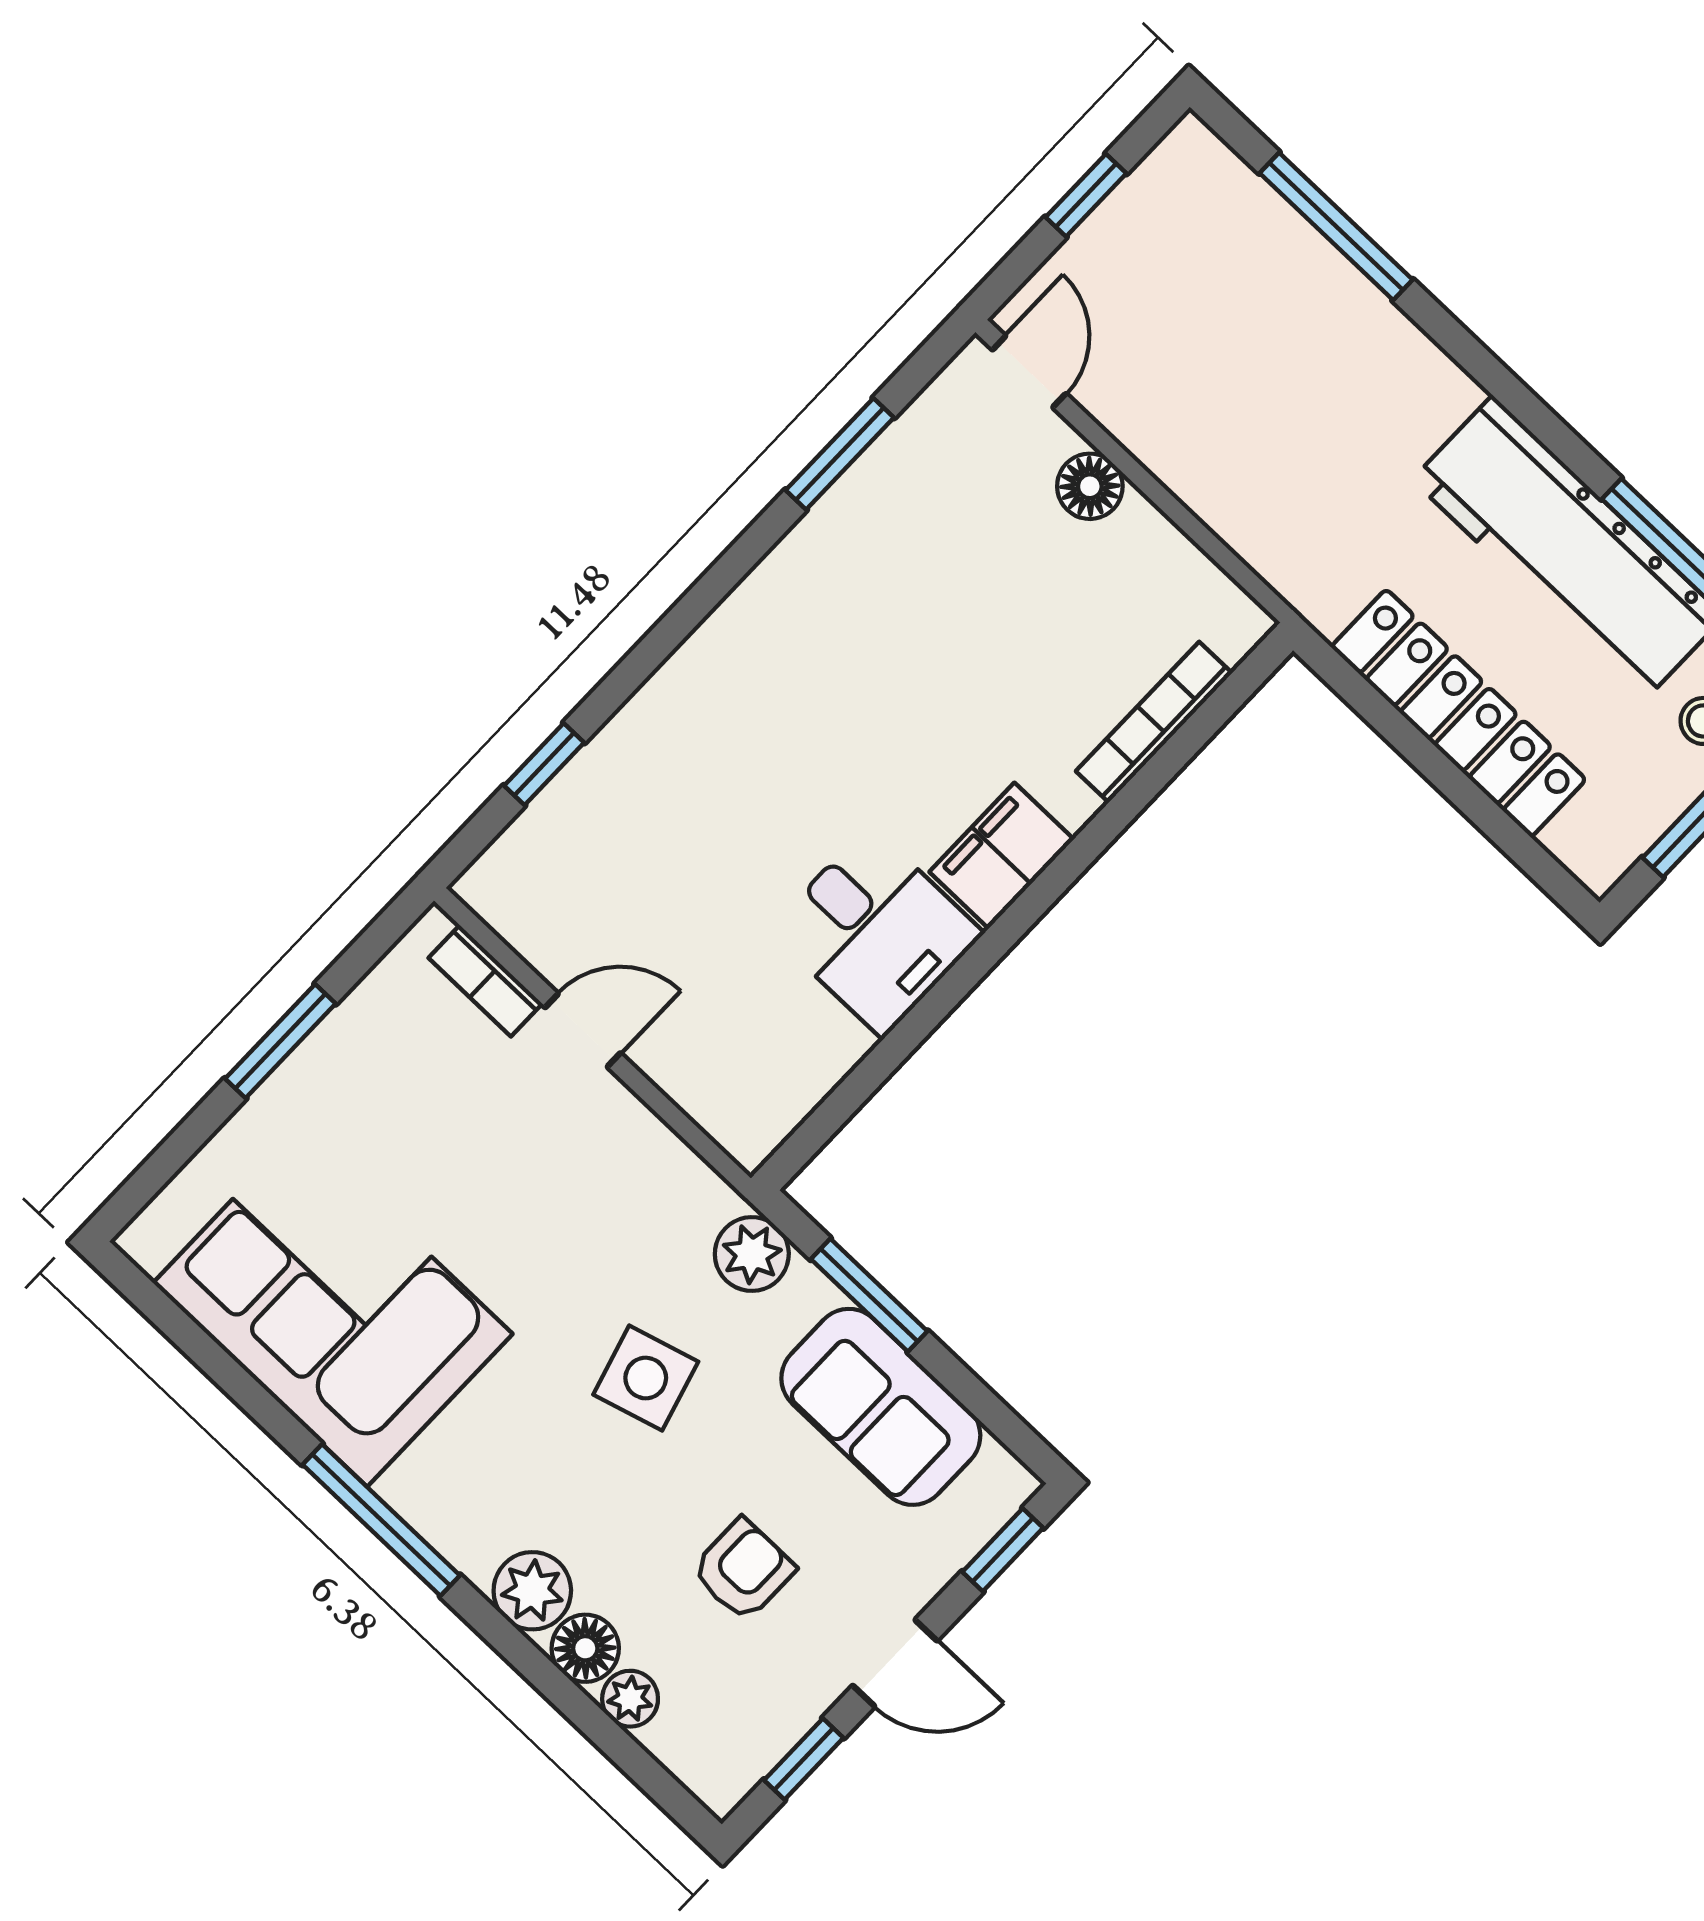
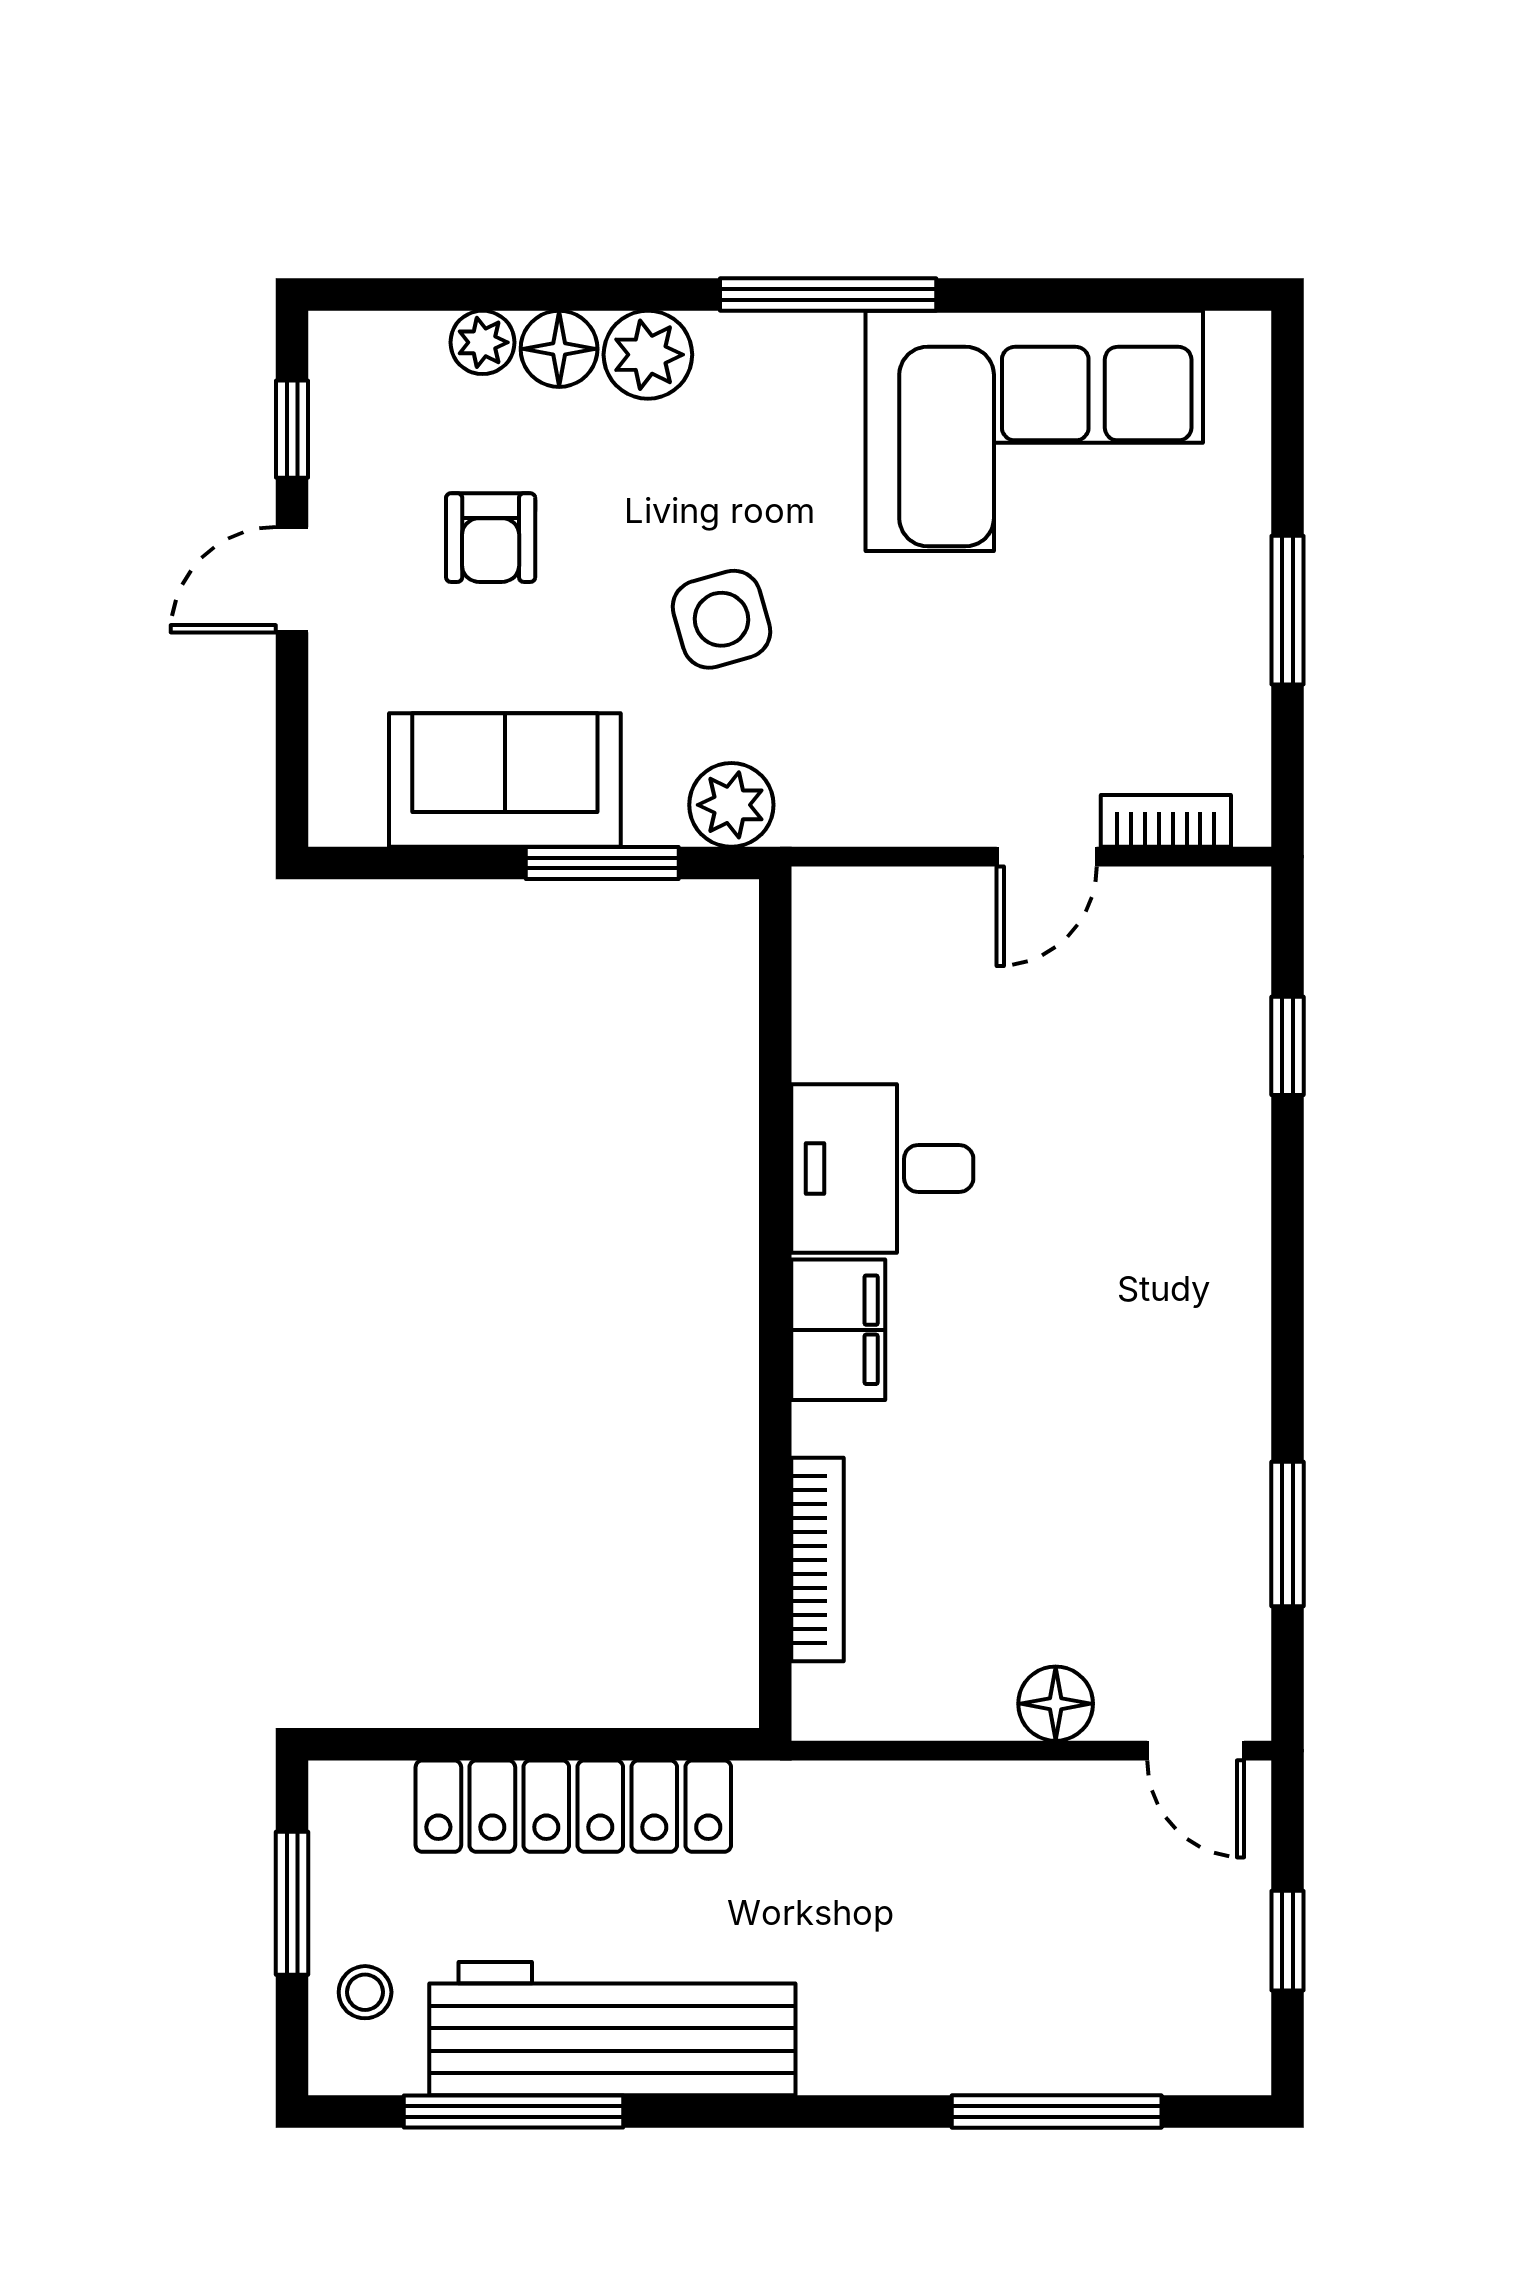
window: (1003, 1550) -> (292, 758), removed

